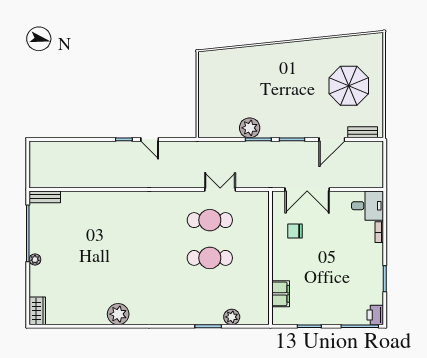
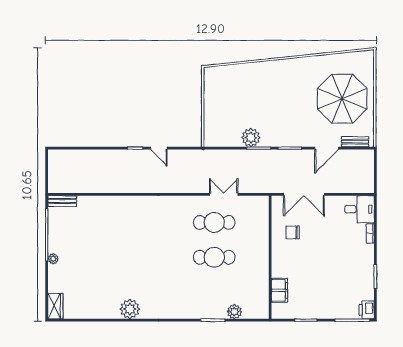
parasol: (349, 86) -> (342, 99), width x1.36, depth x1.36

